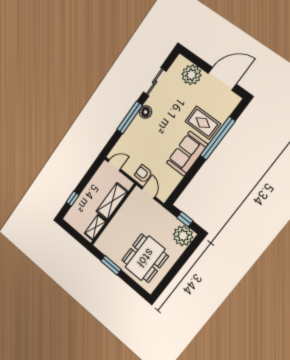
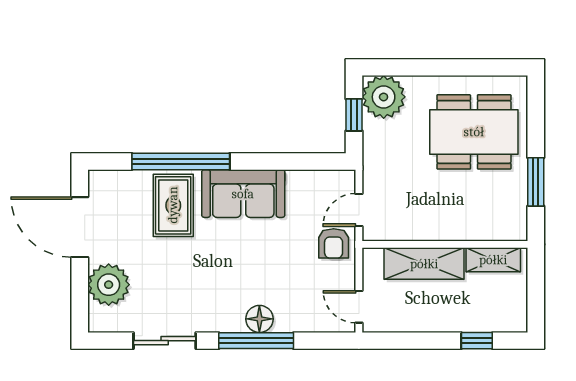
floor lamp: (146, 112) -> (259, 319), moved

